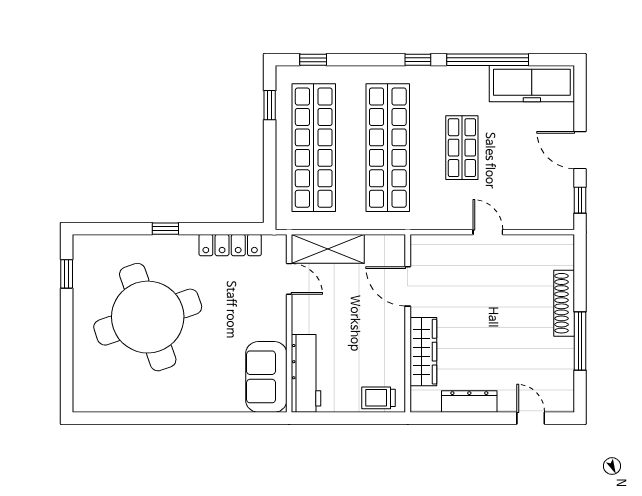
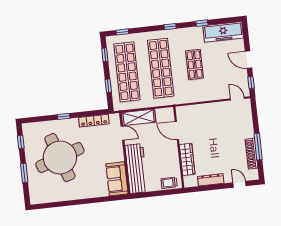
window: (488, 60) -> (202, 23), width x0.32
window: (270, 173) -> (108, 86), added
door: (488, 232) -> (237, 99), moved
shoe rack: (564, 303) -> (252, 154), moved
window: (67, 342) -> (24, 173), added
workbench: (306, 373) -> (136, 168), width x1.36, depth x1.32

